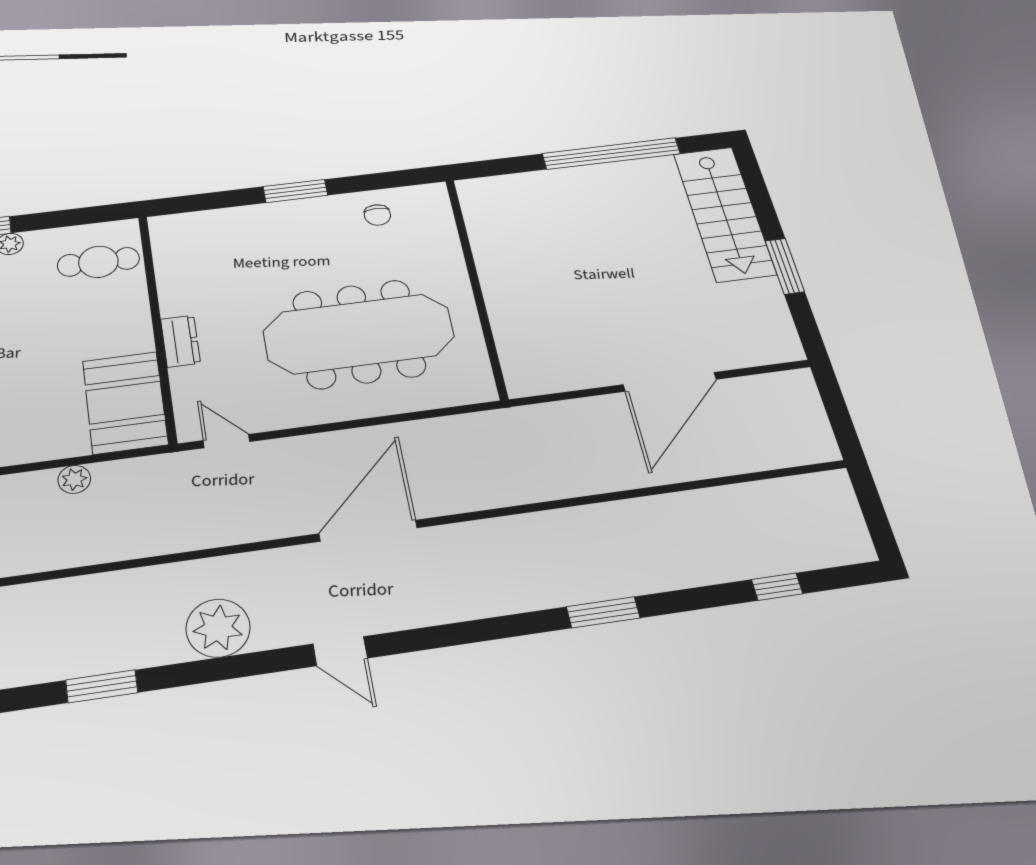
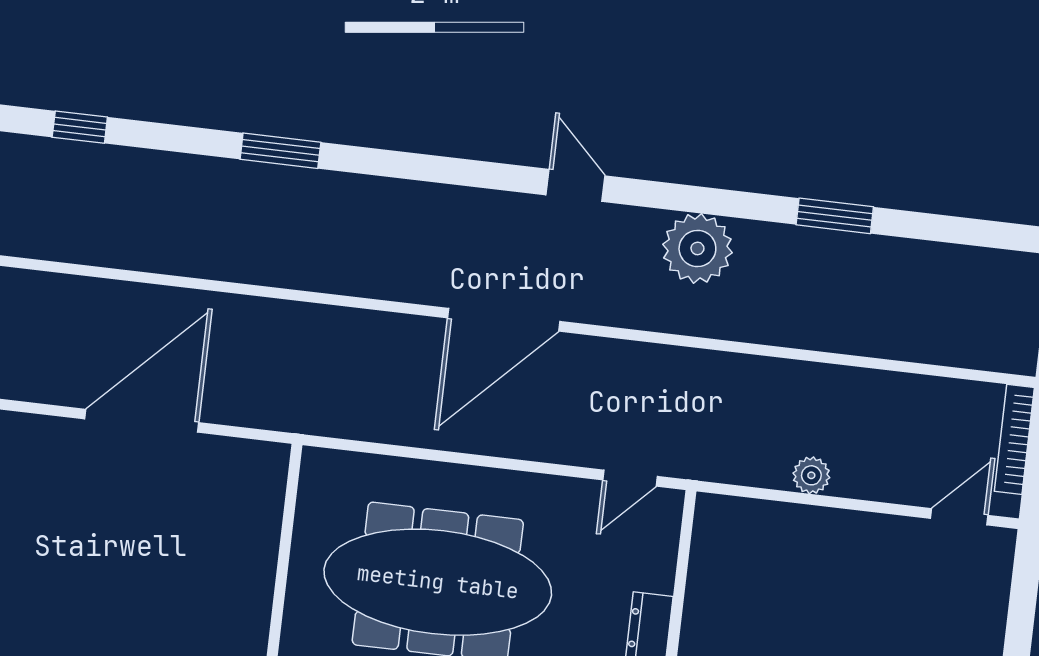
door: (670, 382) -> (142, 421), moved
booth: (125, 402) -> (732, 562), removed
door: (226, 441) -> (630, 478), hinge flipped

